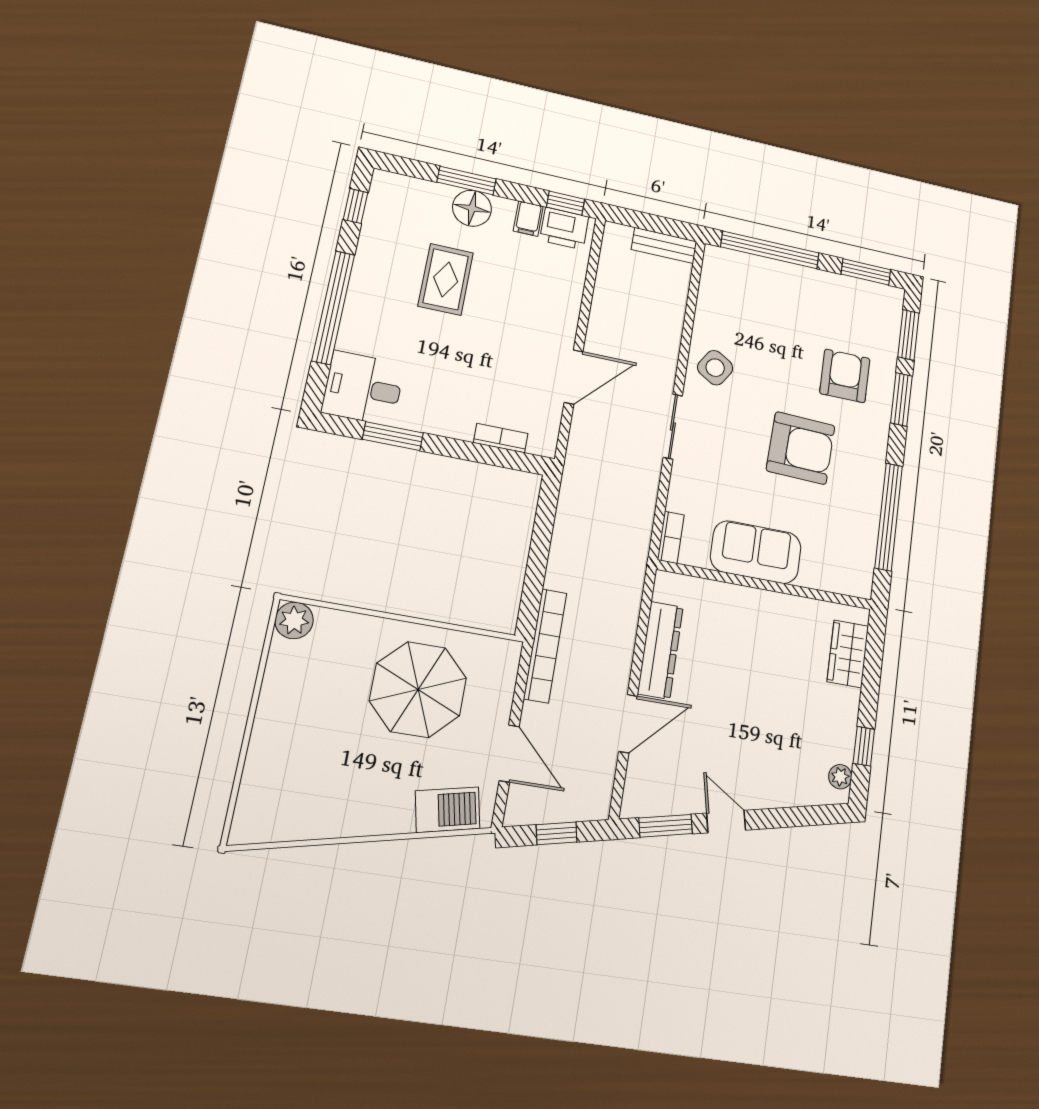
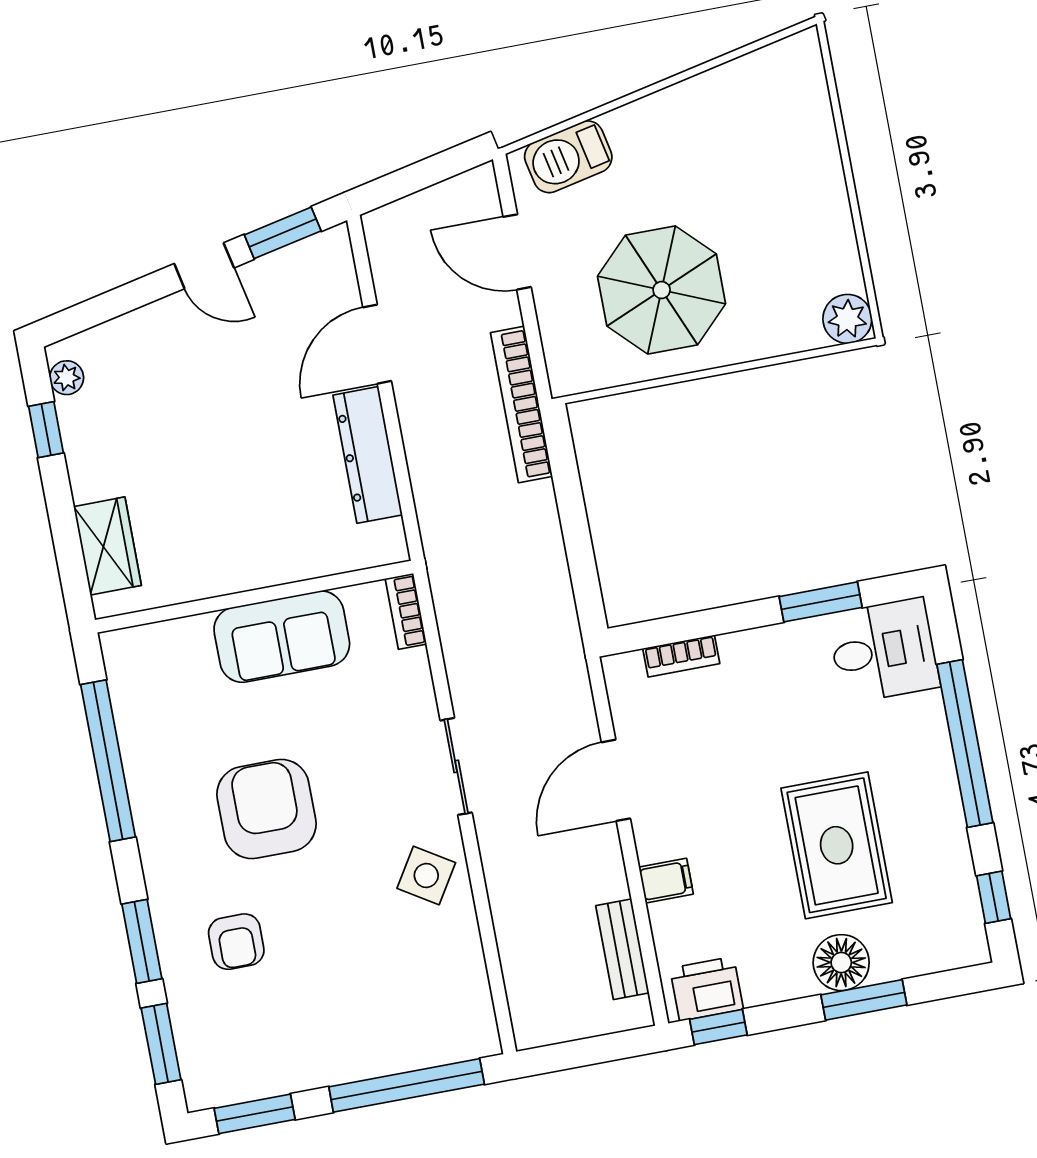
filing cabinet: (528, 219) -> (666, 881), moved, turned 90
bench: (664, 245) -> (622, 949), moved, turned 90
rug: (446, 279) -> (837, 845), width x1.36, depth x1.43
armchair: (845, 376) -> (236, 942), width x0.72, depth x0.72
armchair: (801, 448) -> (266, 809), turned 88
window: (556, 833) -> (421, 175), removed

